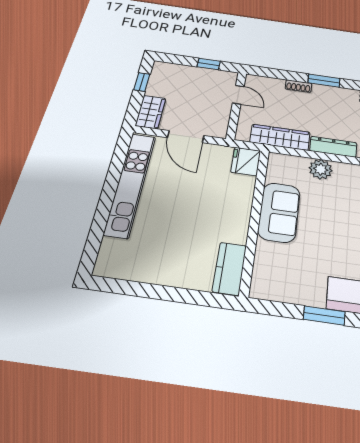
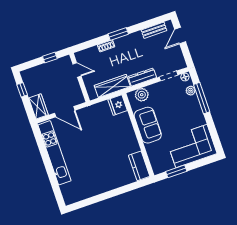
fridge: (246, 161) -> (118, 105), moved
sofa: (279, 212) -> (148, 125), moved
wall: (255, 219) -> (138, 135), moved
kitchen counter: (230, 268) -> (139, 166), moved

